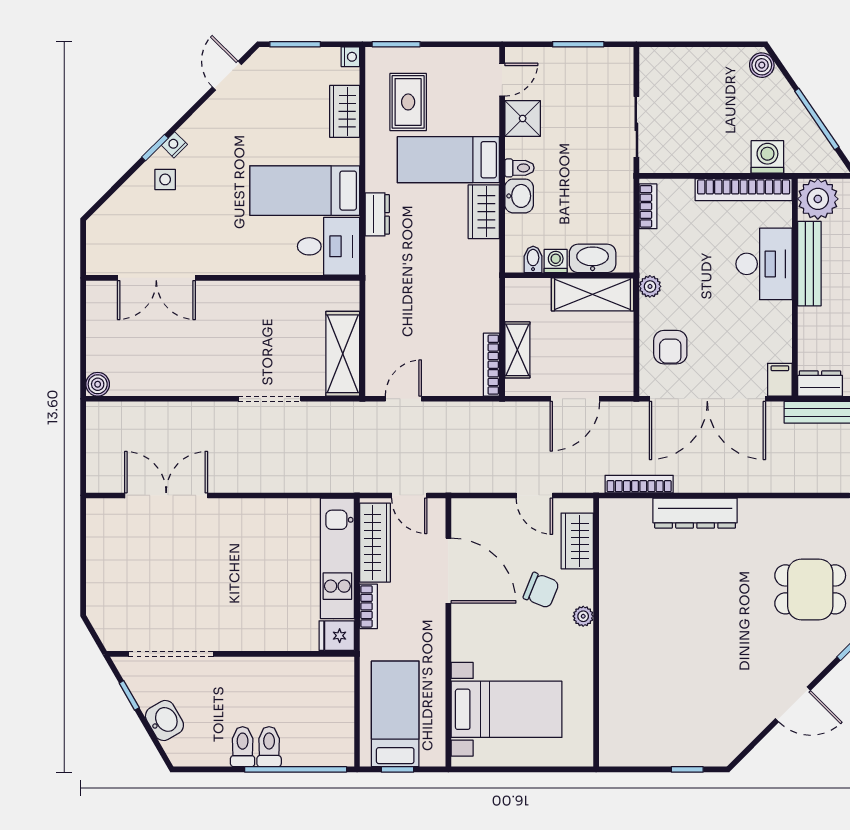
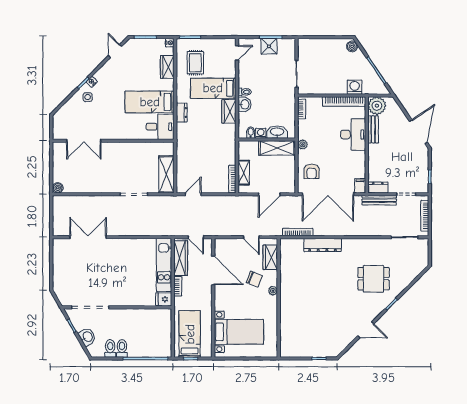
shower: (523, 118) -> (269, 46), moved
bench: (809, 264) -> (373, 129), width x0.73
toilet: (269, 747) -> (110, 348), moved

